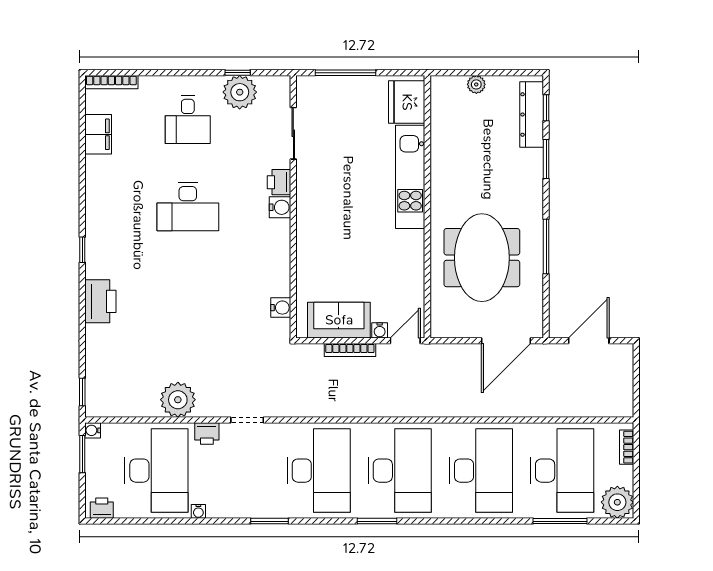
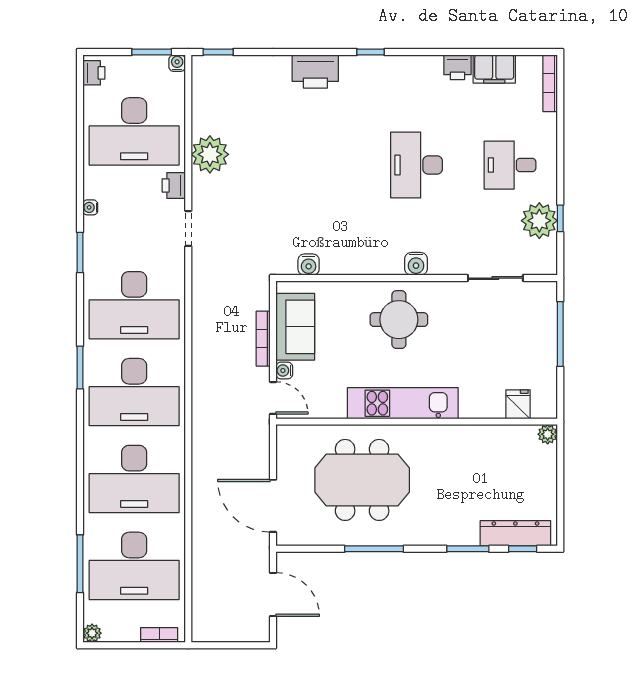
plant: (476, 84) -> (548, 434), moved
fridge: (407, 102) -> (518, 404), width x0.53, depth x0.75
kitchen unit: (410, 177) -> (403, 403), moved
printer: (279, 182) -> (457, 67), moved, turned 180
round table: (332, 223) -> (399, 320), added
plant: (617, 502) -> (92, 633), width x0.53, depth x0.53
water cooler: (198, 511) -> (90, 207), moved

